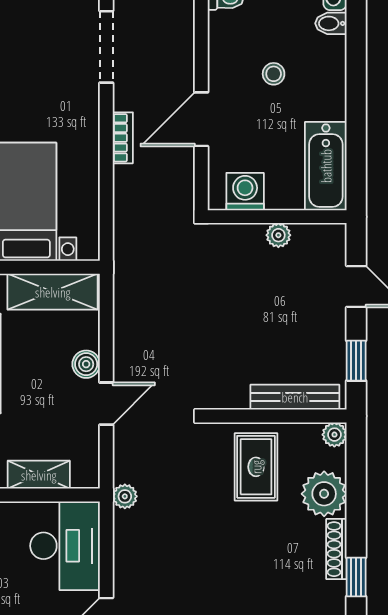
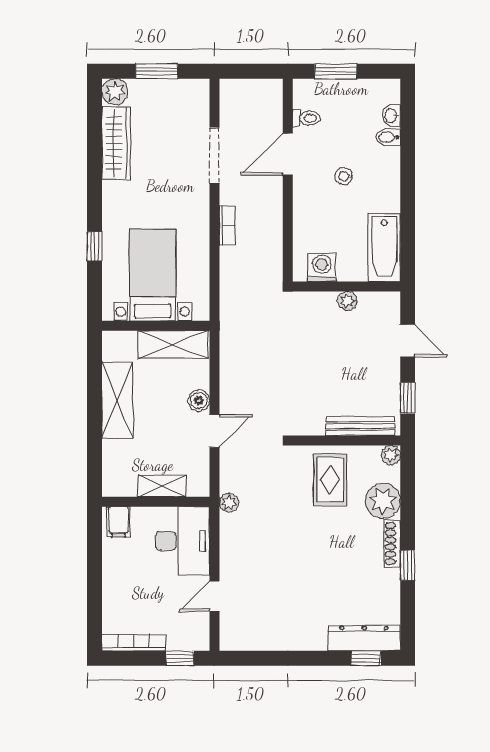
door: (201, 119) -> (288, 154), moved

